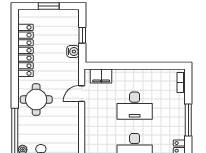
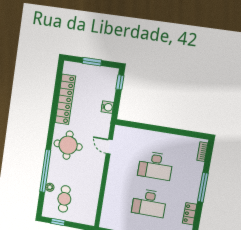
window: (82, 35) -> (120, 82), moved
filing cabinet: (101, 76) -> (129, 134), removed
door: (82, 94) -> (109, 147), hinge flipped

